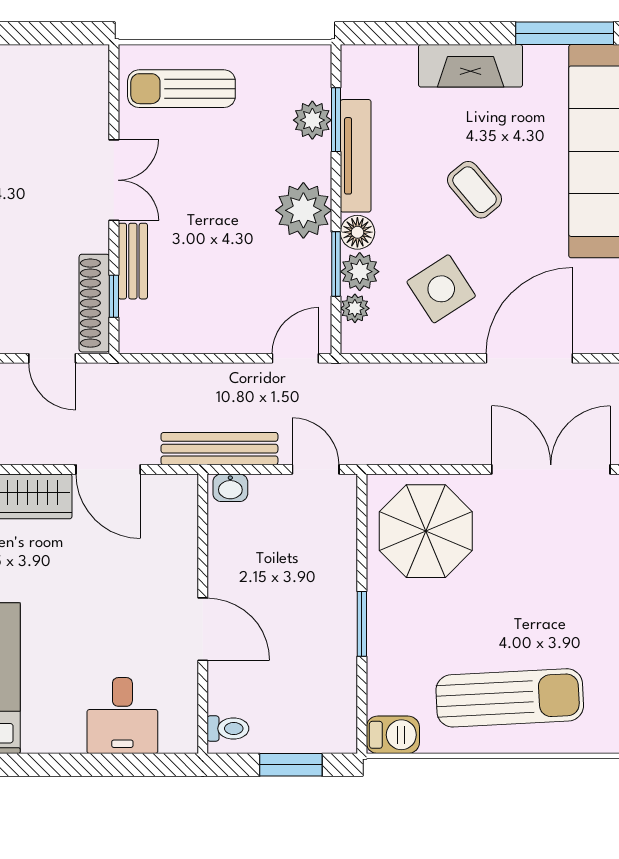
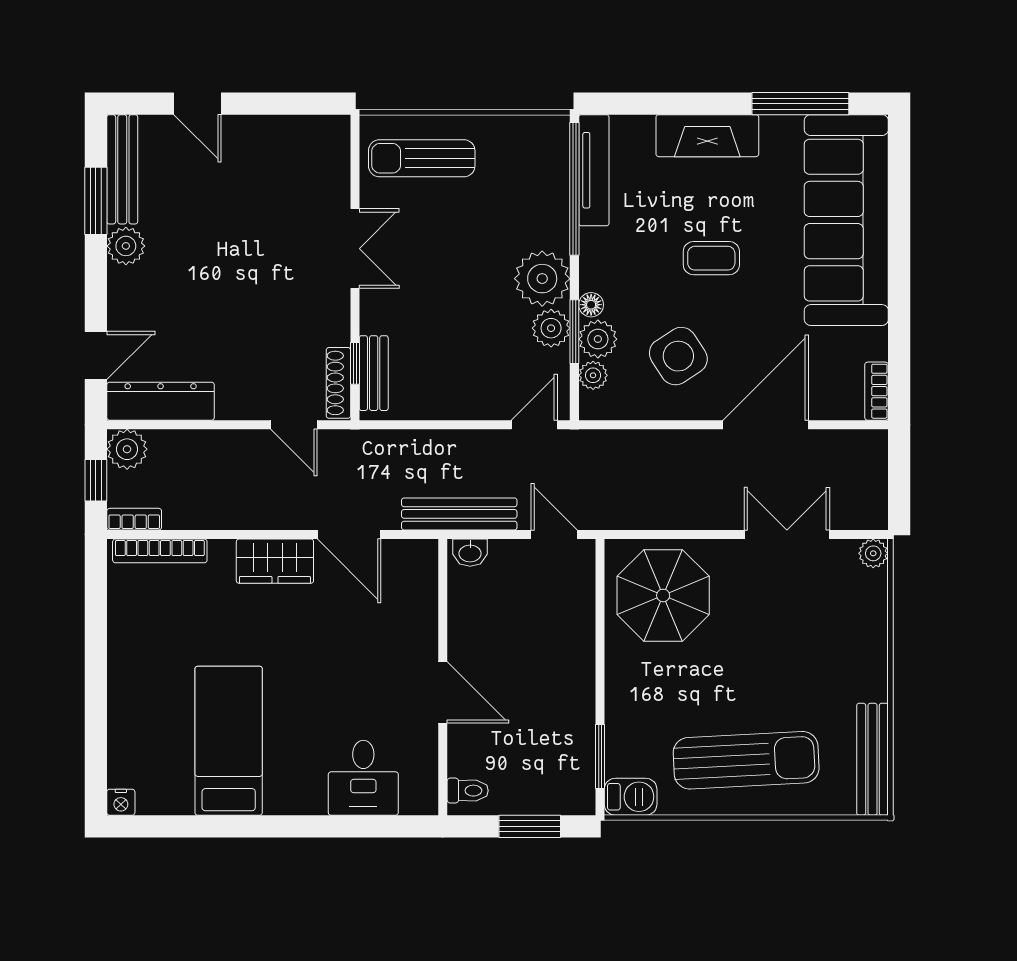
plant: (312, 120) -> (551, 328), moved
window: (336, 120) -> (574, 189), width x2.11
tv unit: (356, 156) -> (594, 170), moved
coffee table: (475, 190) -> (711, 258), turned -50
floor lamp: (357, 232) -> (591, 305), width x0.73, depth x0.73
bench: (133, 261) -> (374, 373), moved
shoe rack: (94, 303) -> (338, 383), width x0.74, depth x0.81
double door: (551, 469) -> (787, 534), width x0.73
window: (362, 624) -> (600, 757), moved

